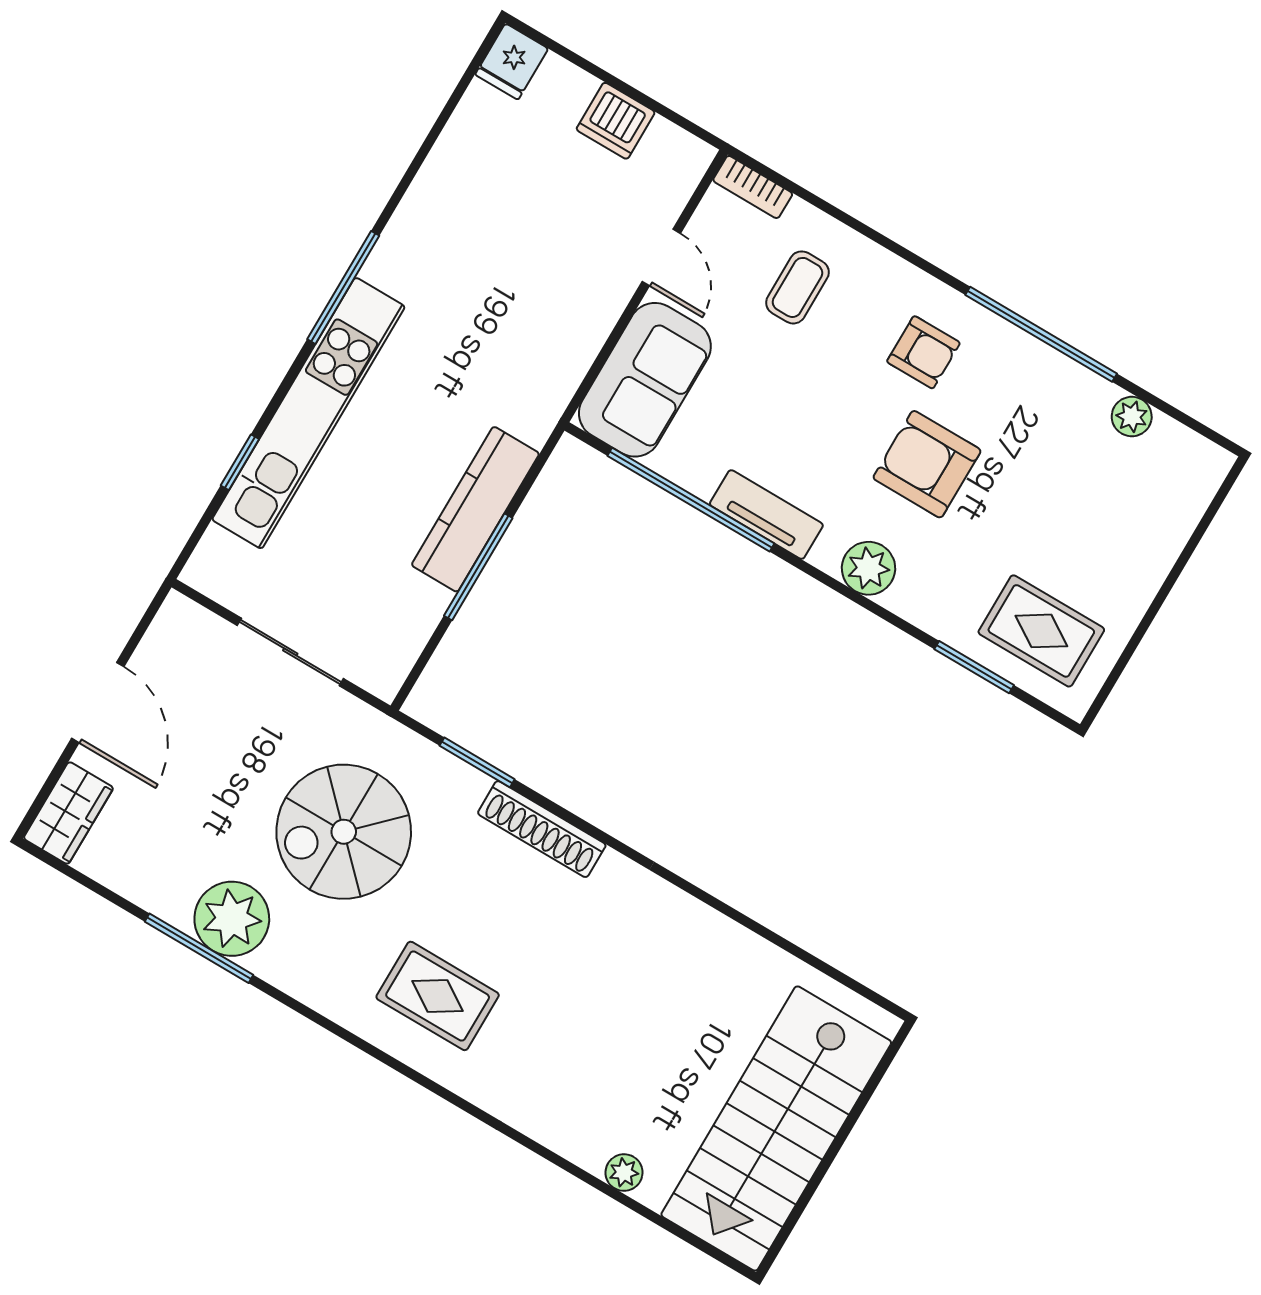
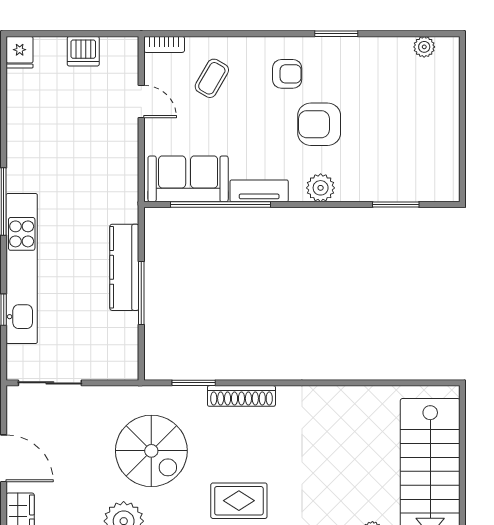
coffee table: (797, 287) -> (212, 78), turned 30
window: (1041, 334) -> (336, 34), width x0.47
sofa: (645, 380) -> (188, 179), moved, turned -90
plant: (1132, 417) -> (424, 47), moved
rug: (1041, 631) -> (417, 170), removed
sliding door: (290, 652) -> (50, 383), moved
spiral stairs: (344, 832) -> (151, 451), turned -90

